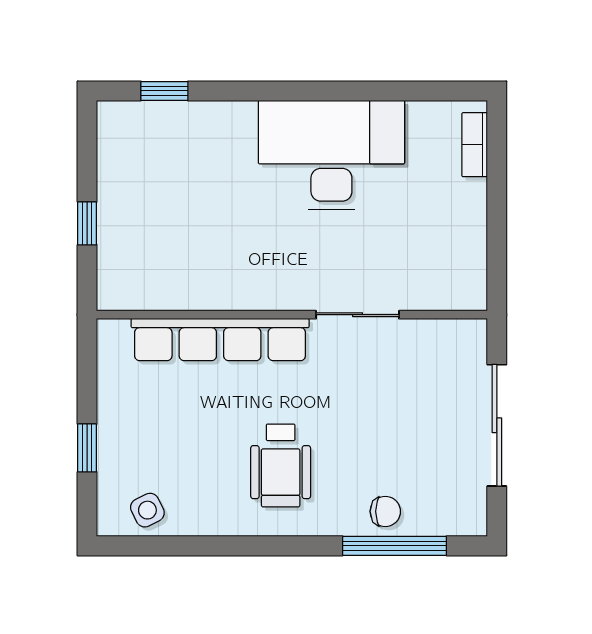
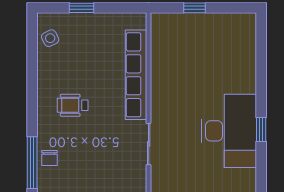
window: (164, 91) -> (261, 129), moved
wheelchair: (281, 465) -> (73, 105), width x0.73, depth x0.73

